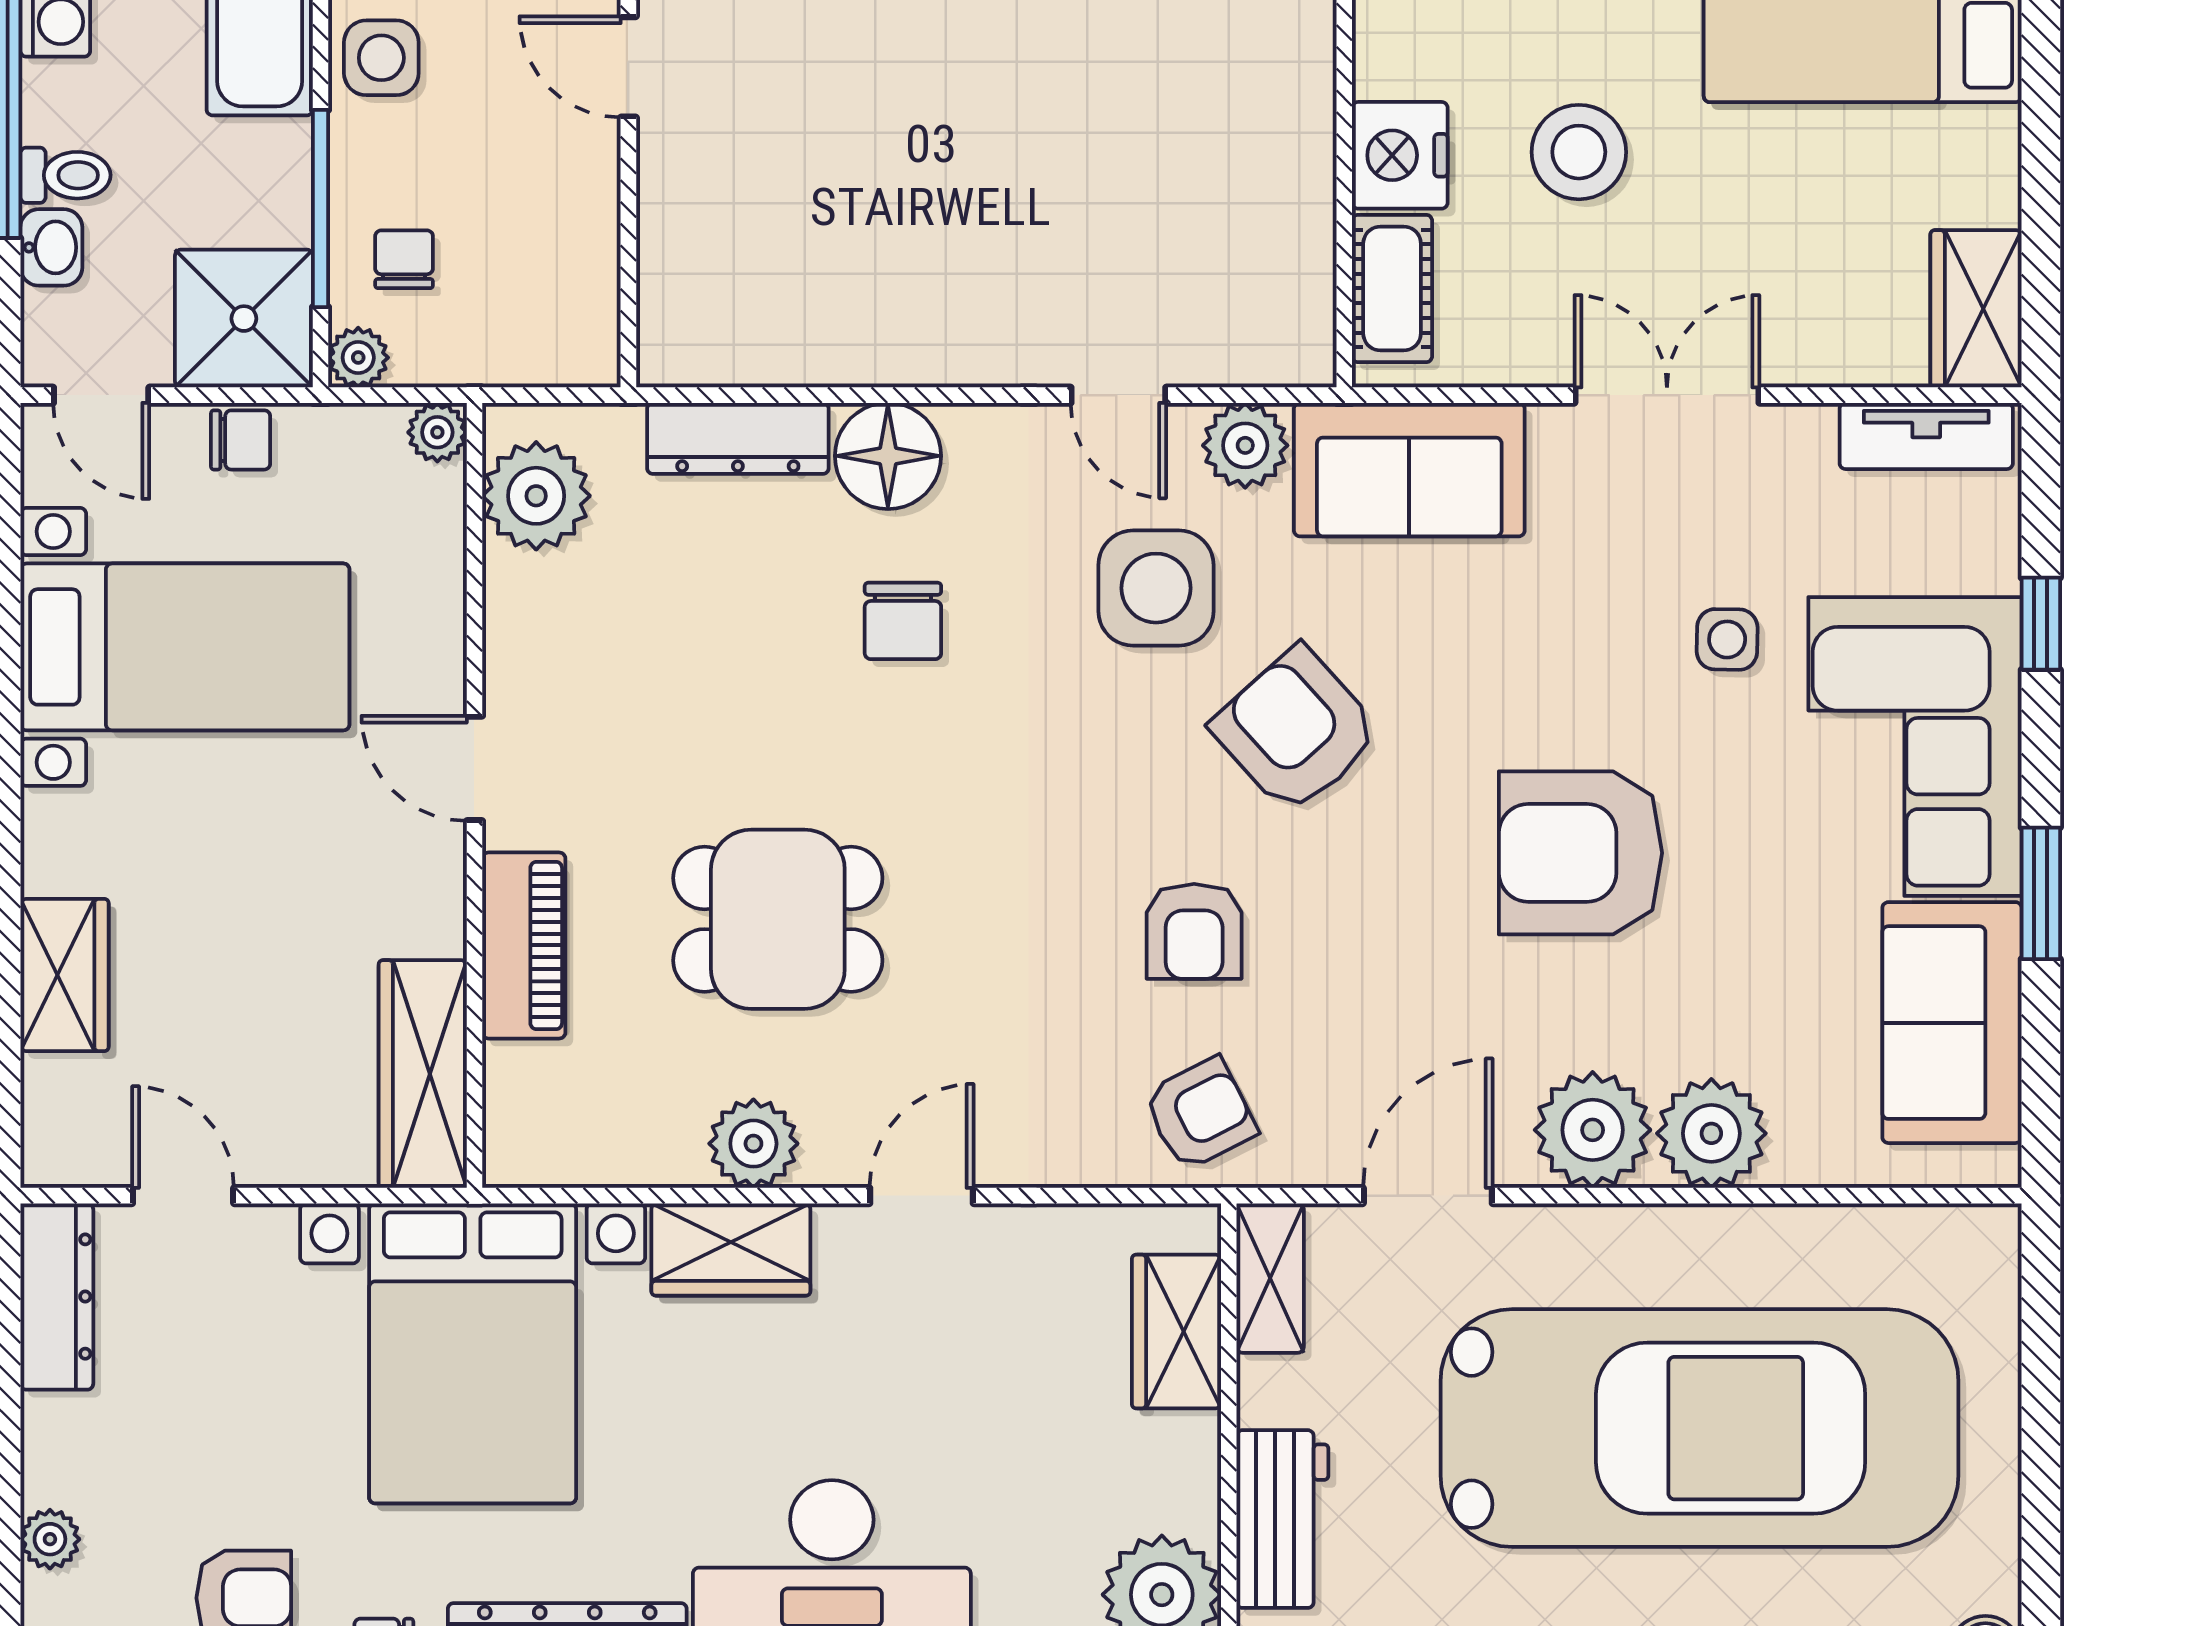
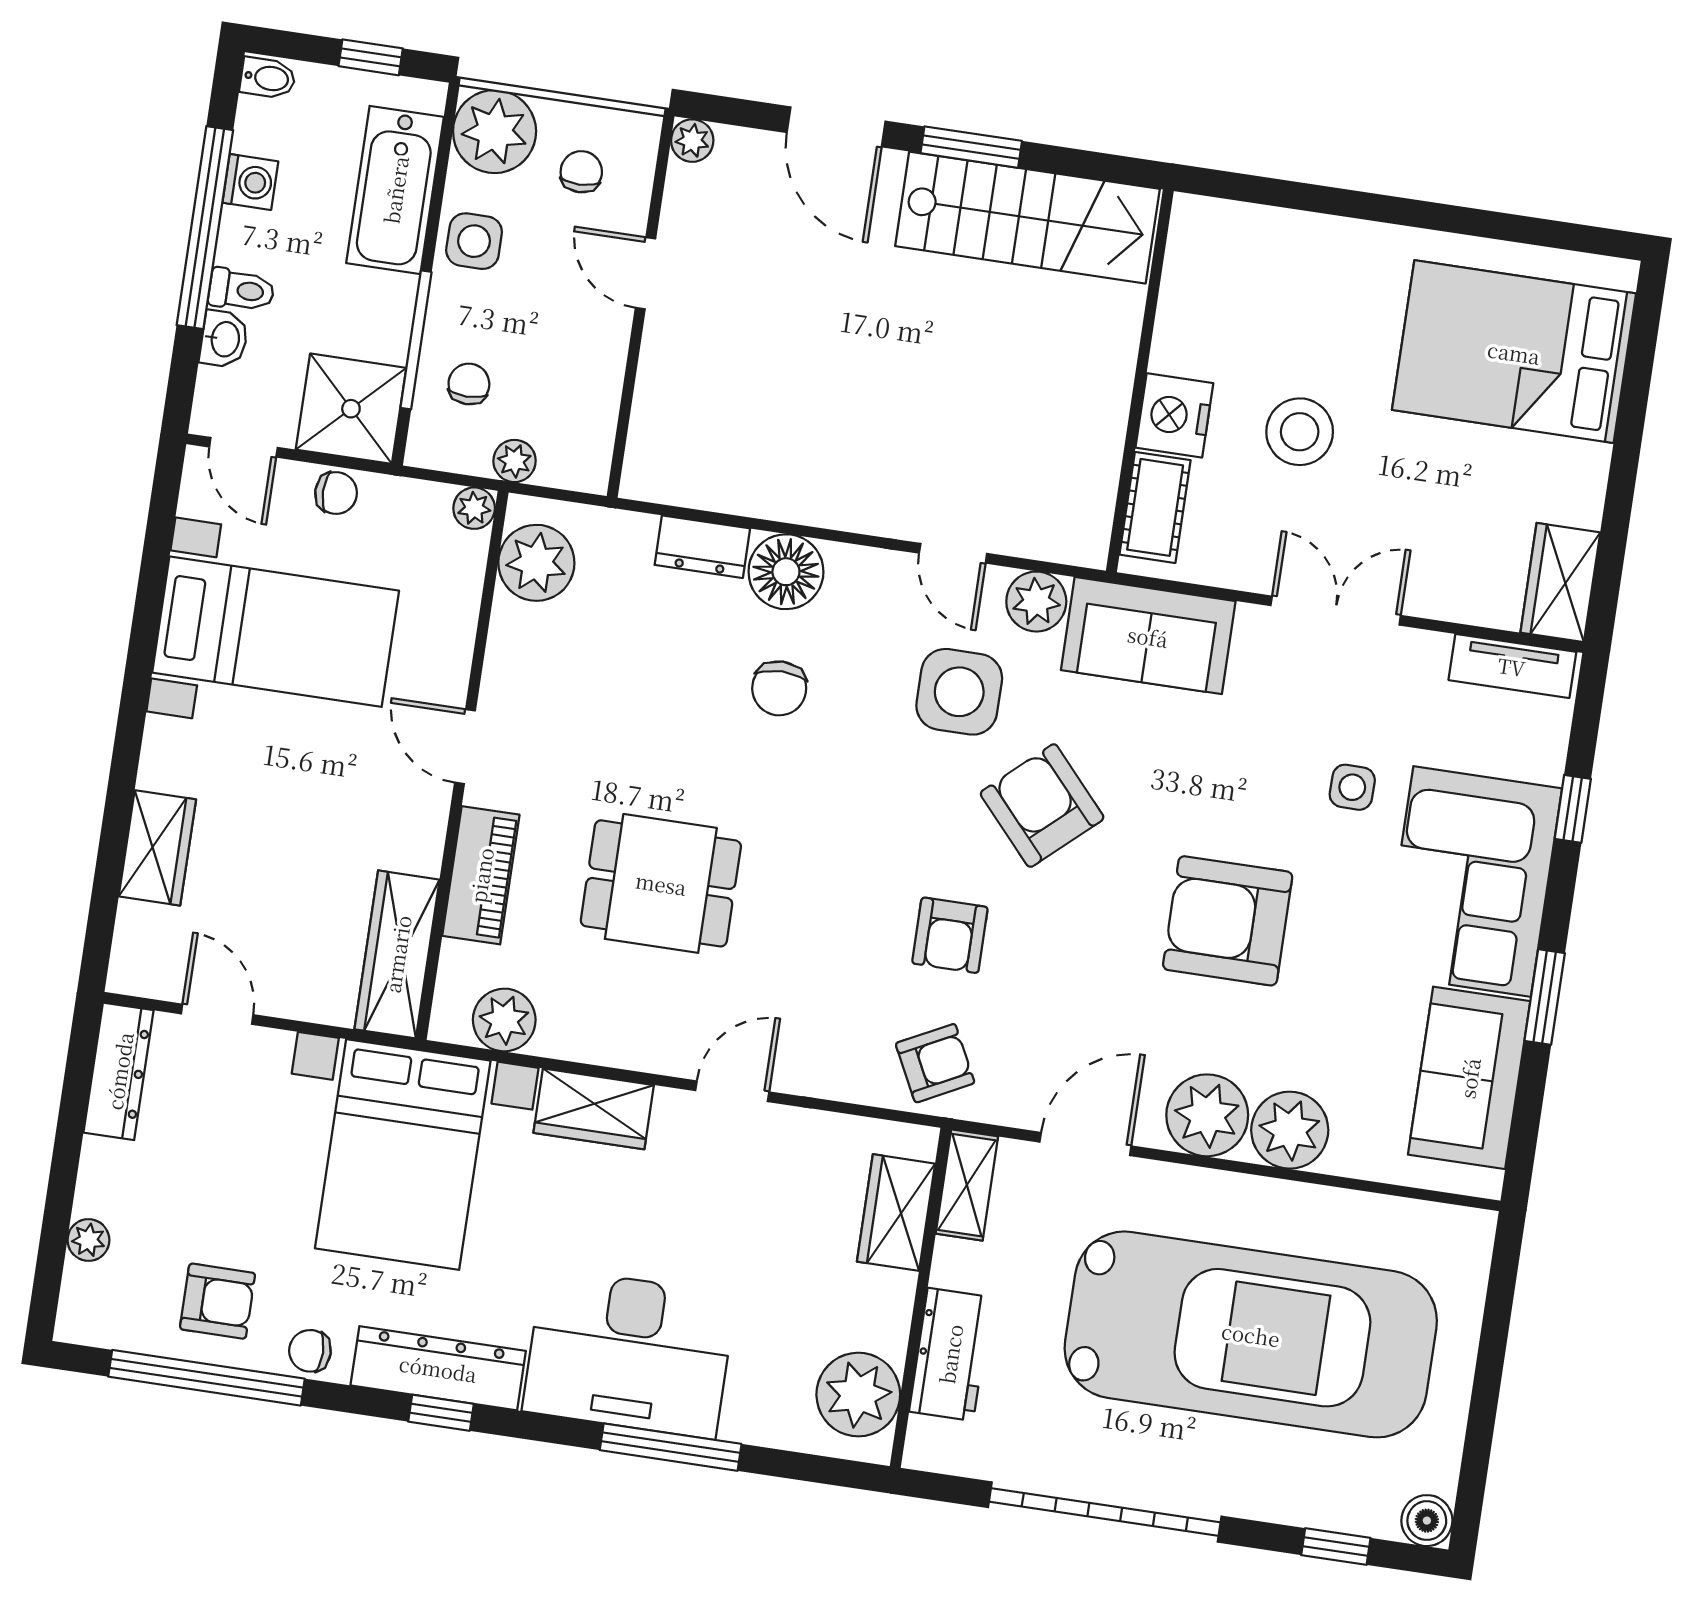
plant: (358, 358) -> (515, 461), moved
dresser: (738, 438) -> (702, 547), width x0.70
plant: (753, 1144) -> (504, 1020), moved

